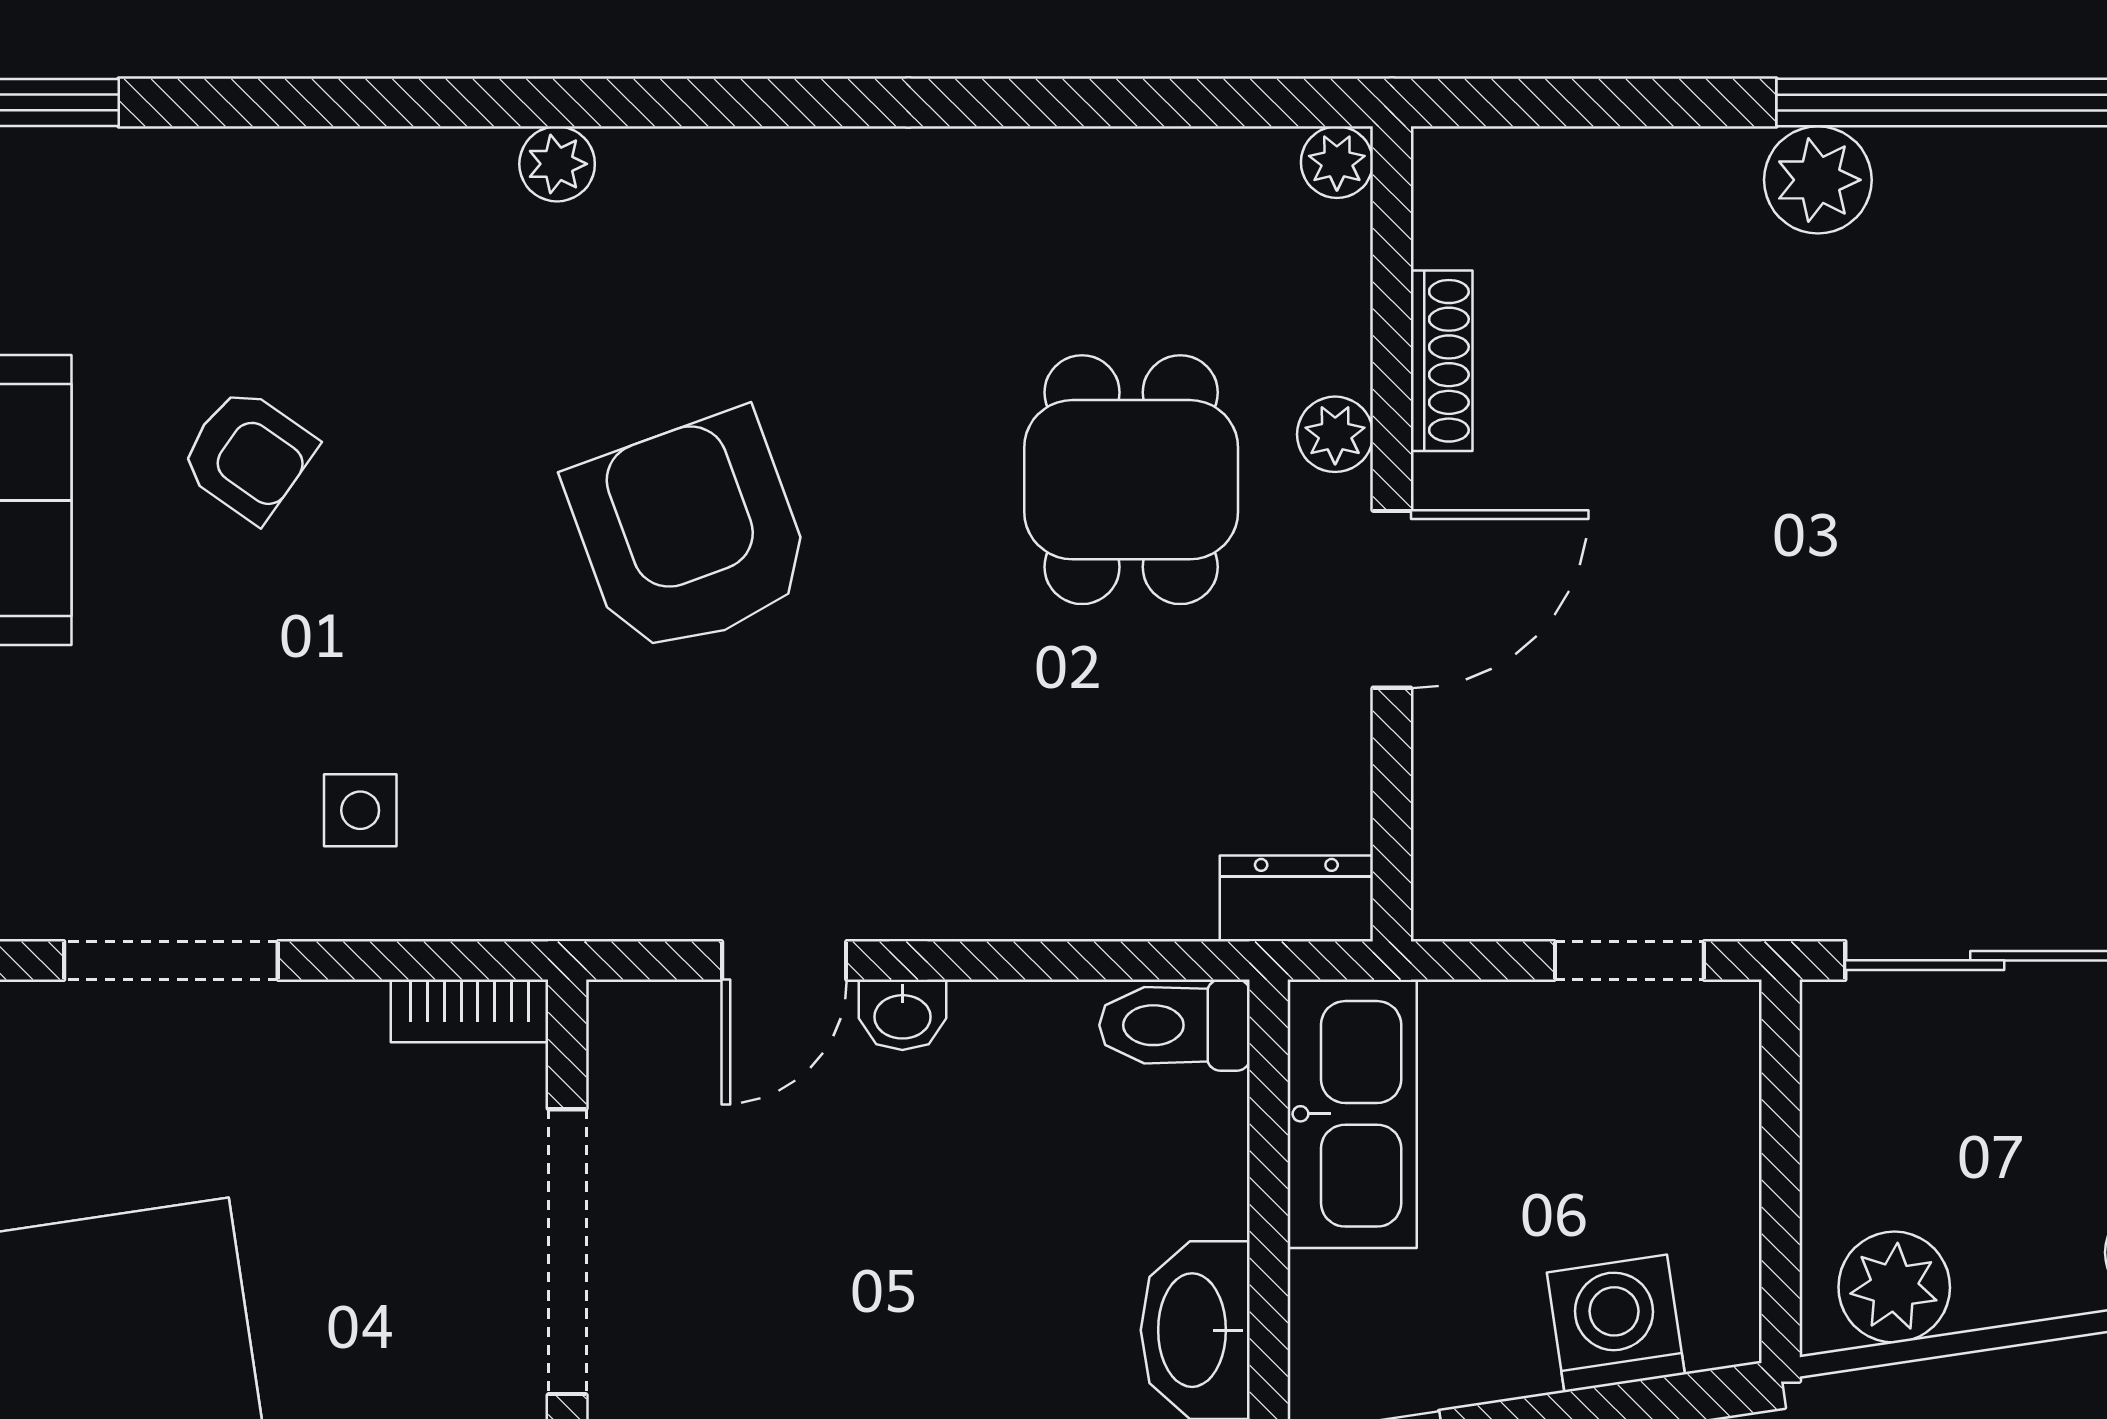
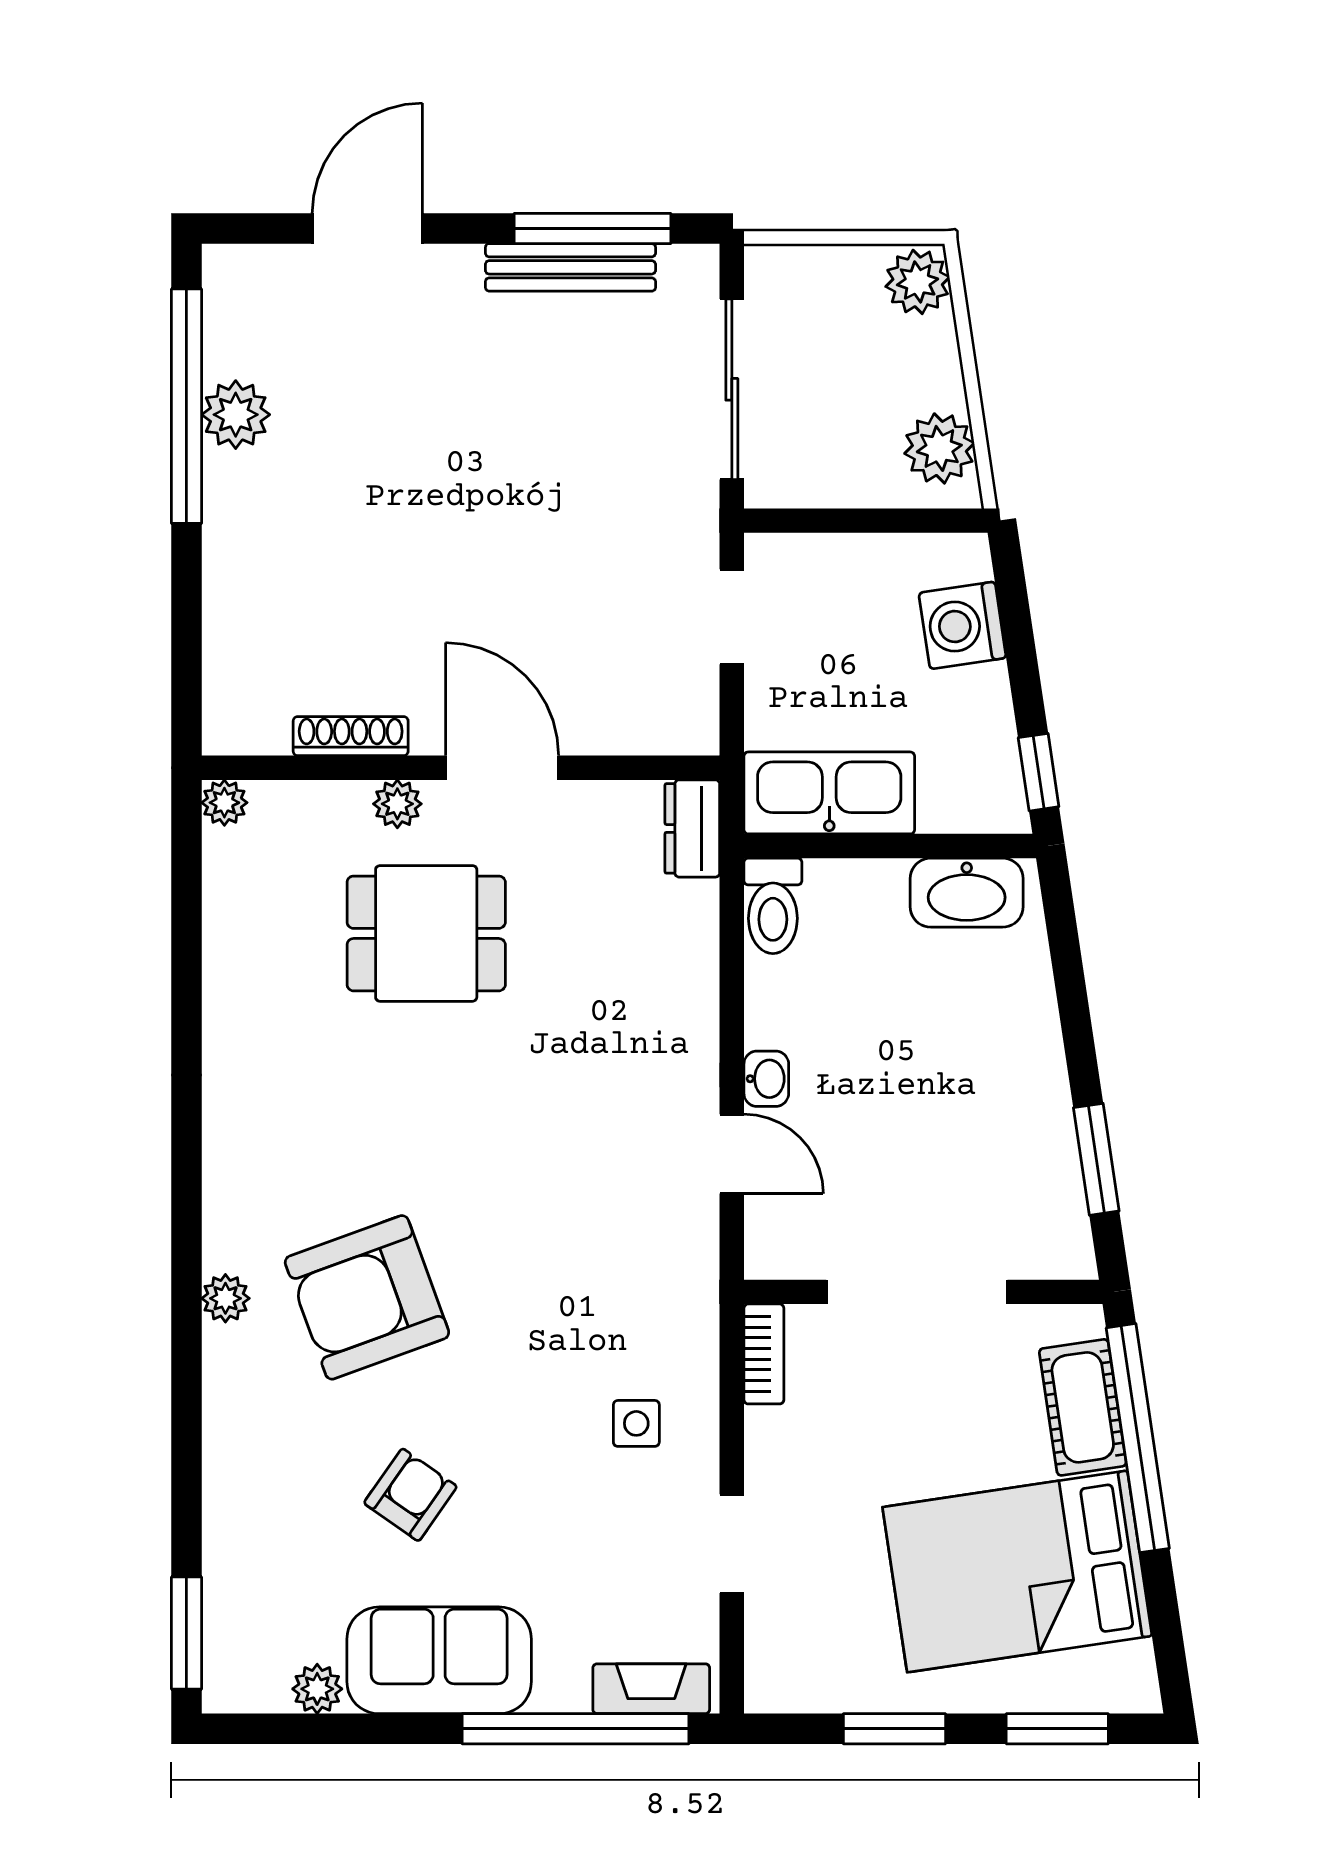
plant: (1818, 180) -> (236, 415), moved
armchair: (690, 534) -> (367, 1297), moved
doorway: (171, 960) -> (732, 1544), width x0.73

